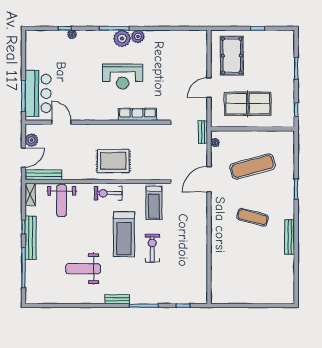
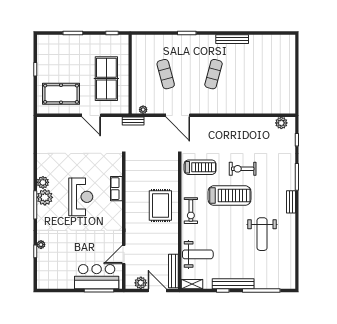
row of seats: (137, 114) -> (116, 189), width x0.68
exercise mat: (253, 167) -> (166, 74), width x0.73, depth x0.69
plant: (201, 289) -> (281, 123), added

